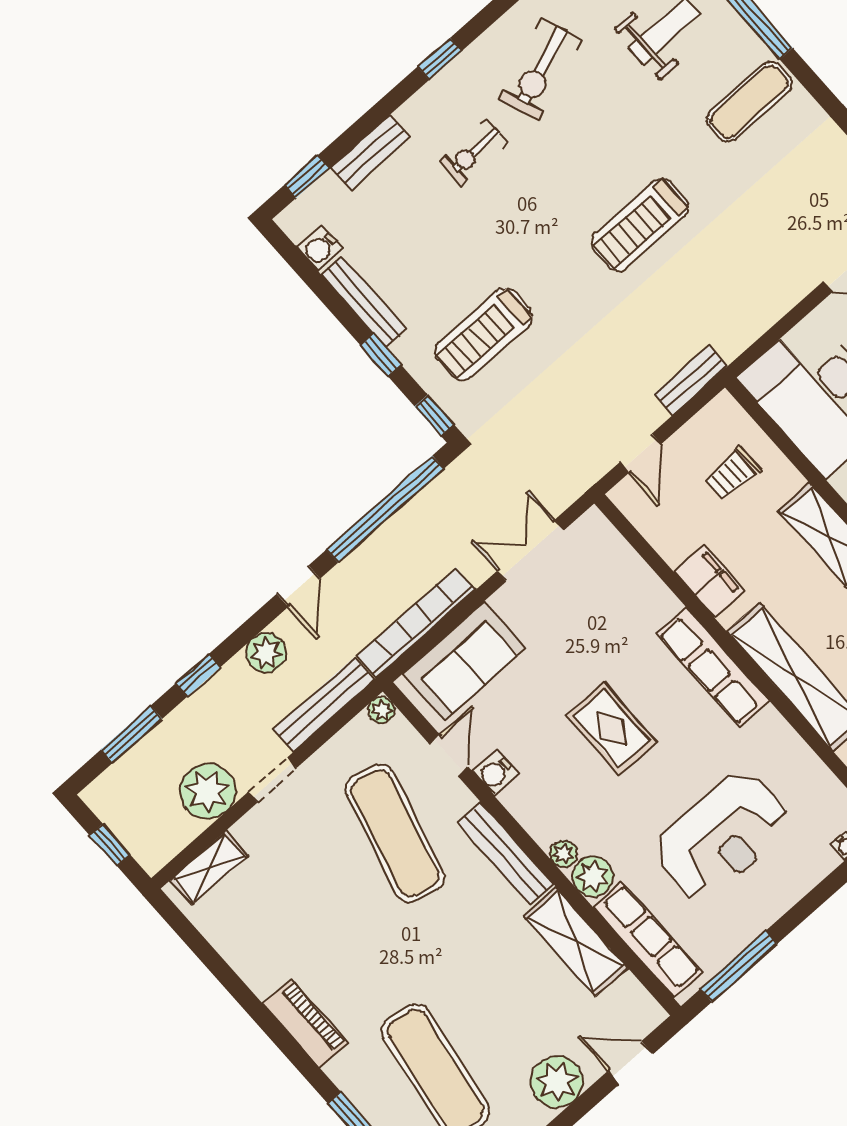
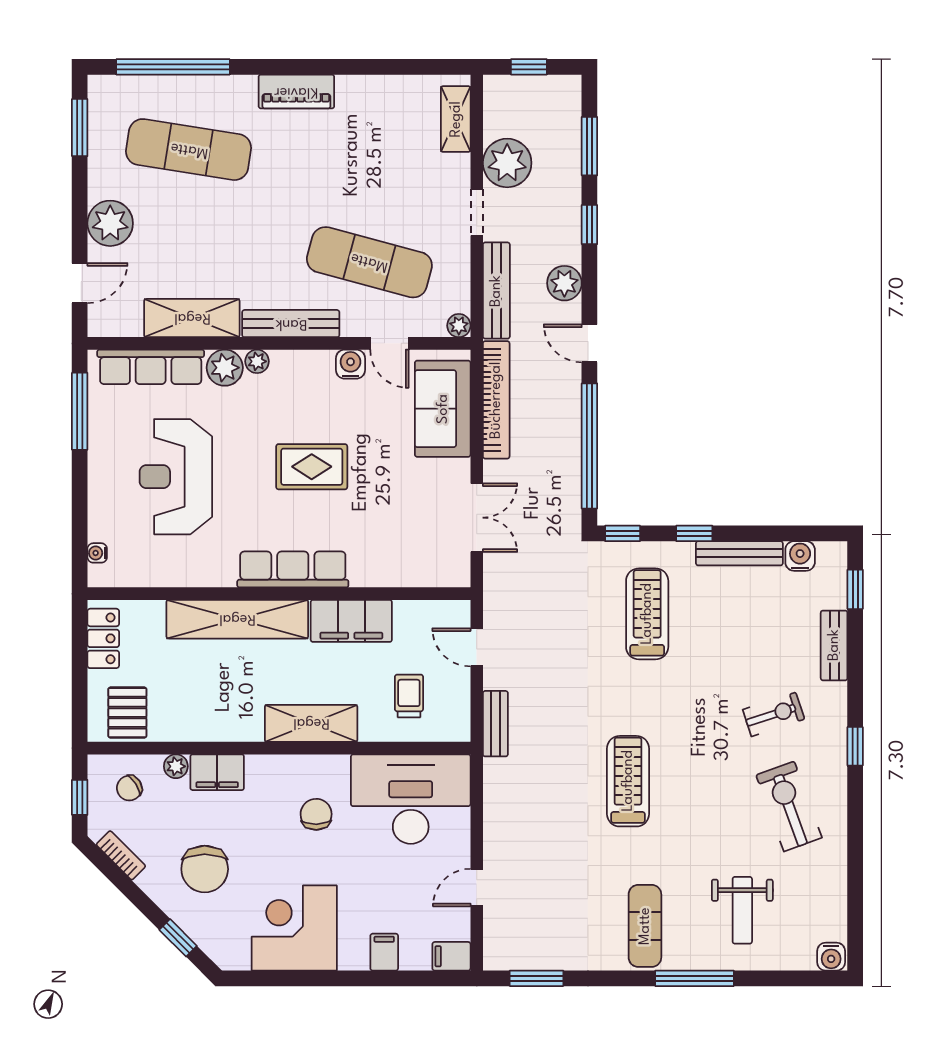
exercise bike: (474, 152) -> (774, 714), turned 73
filing cabinet: (710, 581) -> (351, 621), width x1.50, depth x1.17

